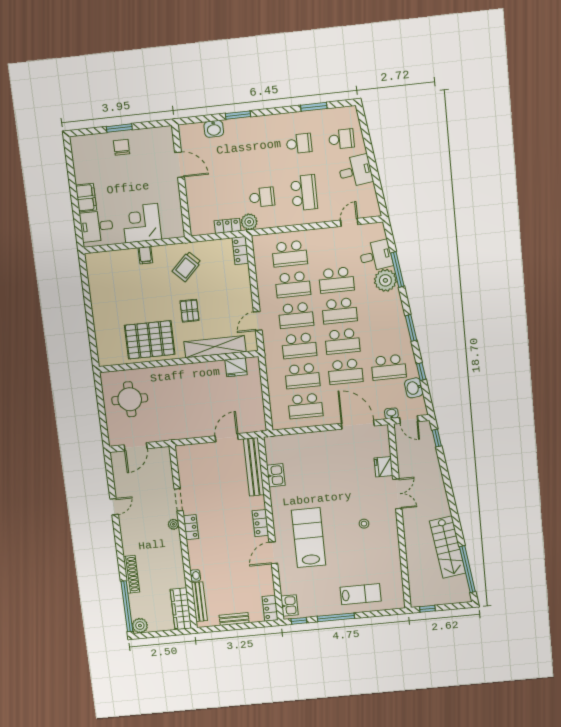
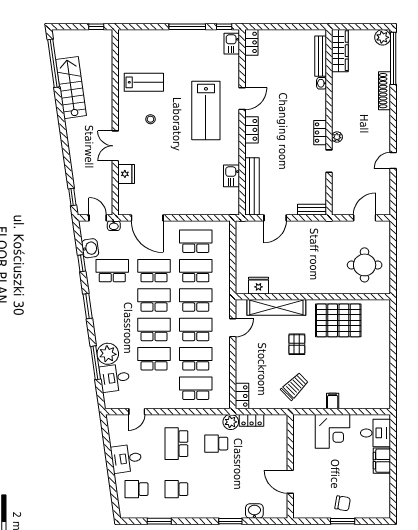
chair: (122, 147) -> (343, 503), turned -80
lab bench: (361, 594) -> (144, 82), moved, turned 180
bench: (234, 619) -> (312, 210), moved

